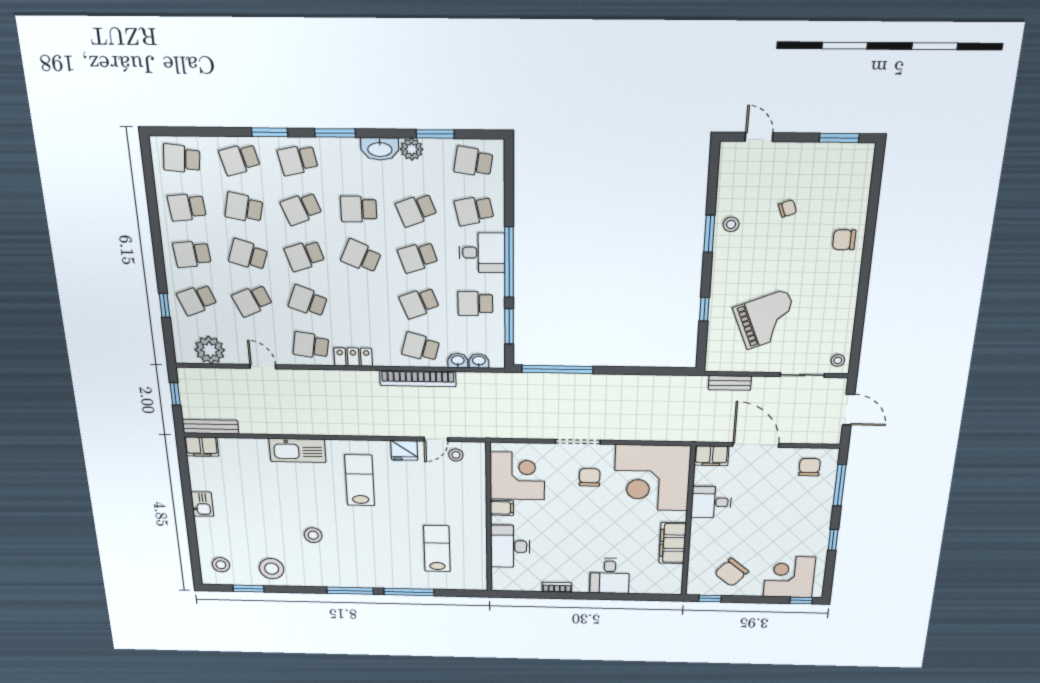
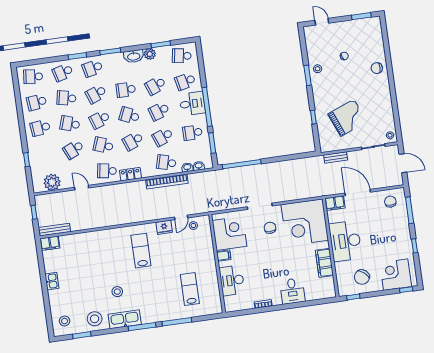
school desk: (197, 300) -> (133, 141), moved
kitchen sink: (297, 450) -> (125, 319), moved, turned 180
desk: (711, 502) -> (345, 241), width x1.87, depth x1.30

